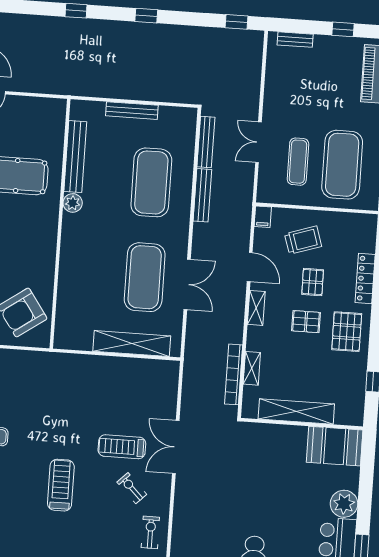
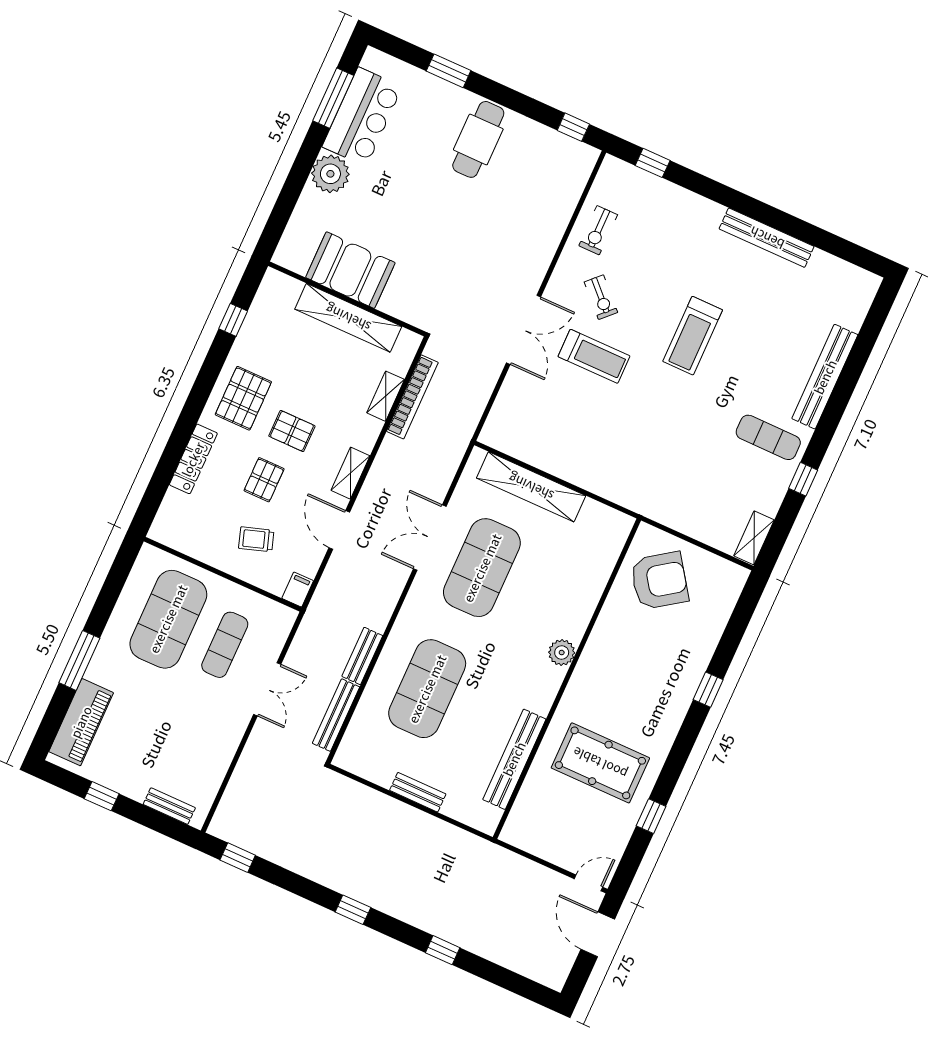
bench: (132, 111) -> (418, 792), width x0.73
bench: (202, 195) -> (362, 656), width x0.73
plant: (73, 203) -> (562, 653), moved
trolley: (303, 240) -> (256, 539), width x0.73, depth x0.72
booth: (335, 446) -> (350, 270), moved

